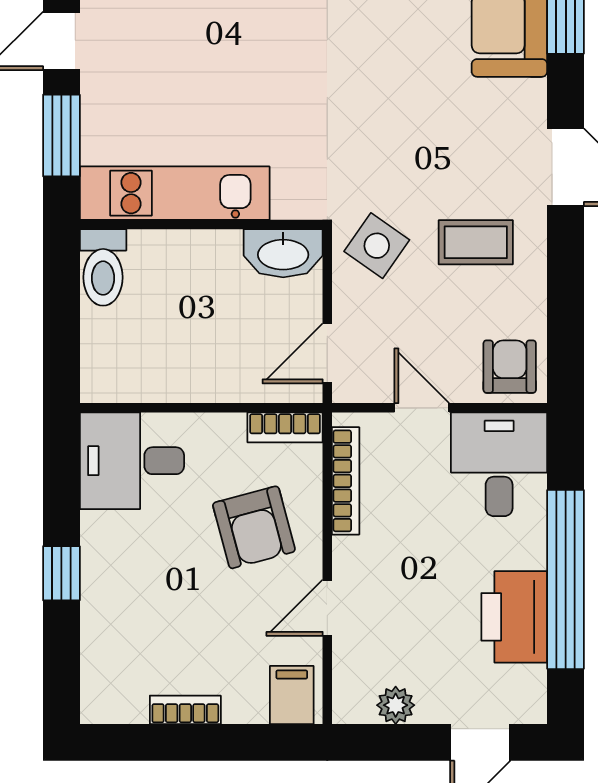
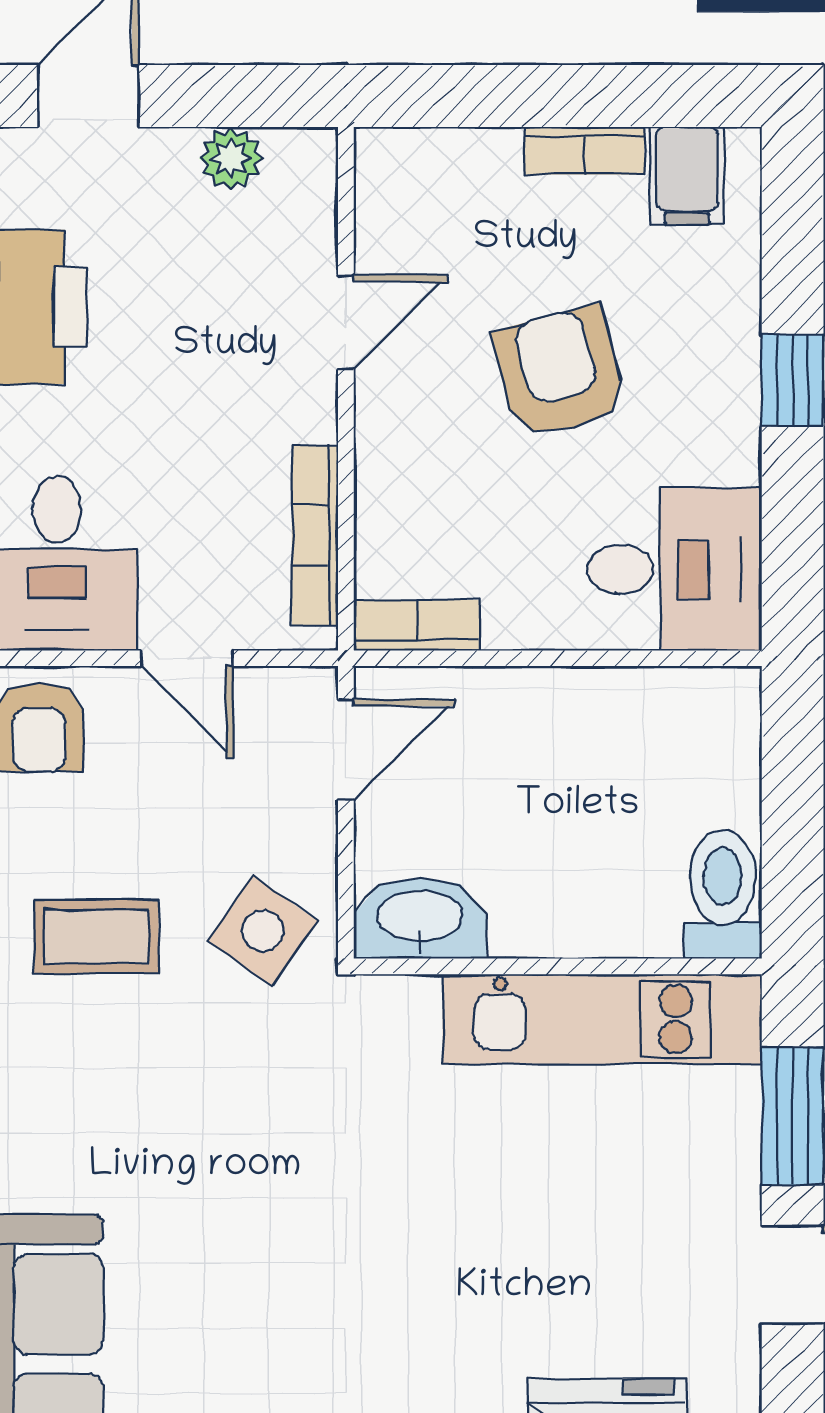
armchair: (254, 527) -> (560, 373), moved
filing cabinet: (292, 695) -> (687, 176), moved

